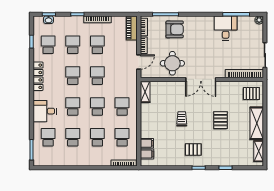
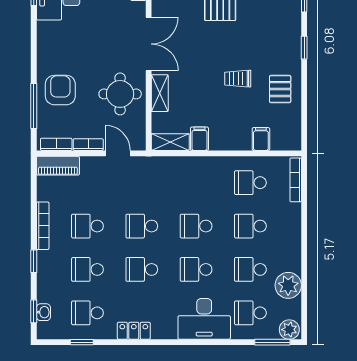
locker: (38, 76) -> (134, 331), width x0.66
shelving: (173, 86) -> (160, 93), added
school desk: (122, 106) -> (196, 183), removed
desk: (45, 111) -> (204, 319), width x1.37
trolley: (182, 119) -> (238, 79), moved
pallet: (193, 149) -> (280, 89), moved
filing cabinet: (147, 154) -> (199, 139), moved
plant: (39, 159) -> (289, 330), added
plant: (64, 159) -> (288, 285), added

